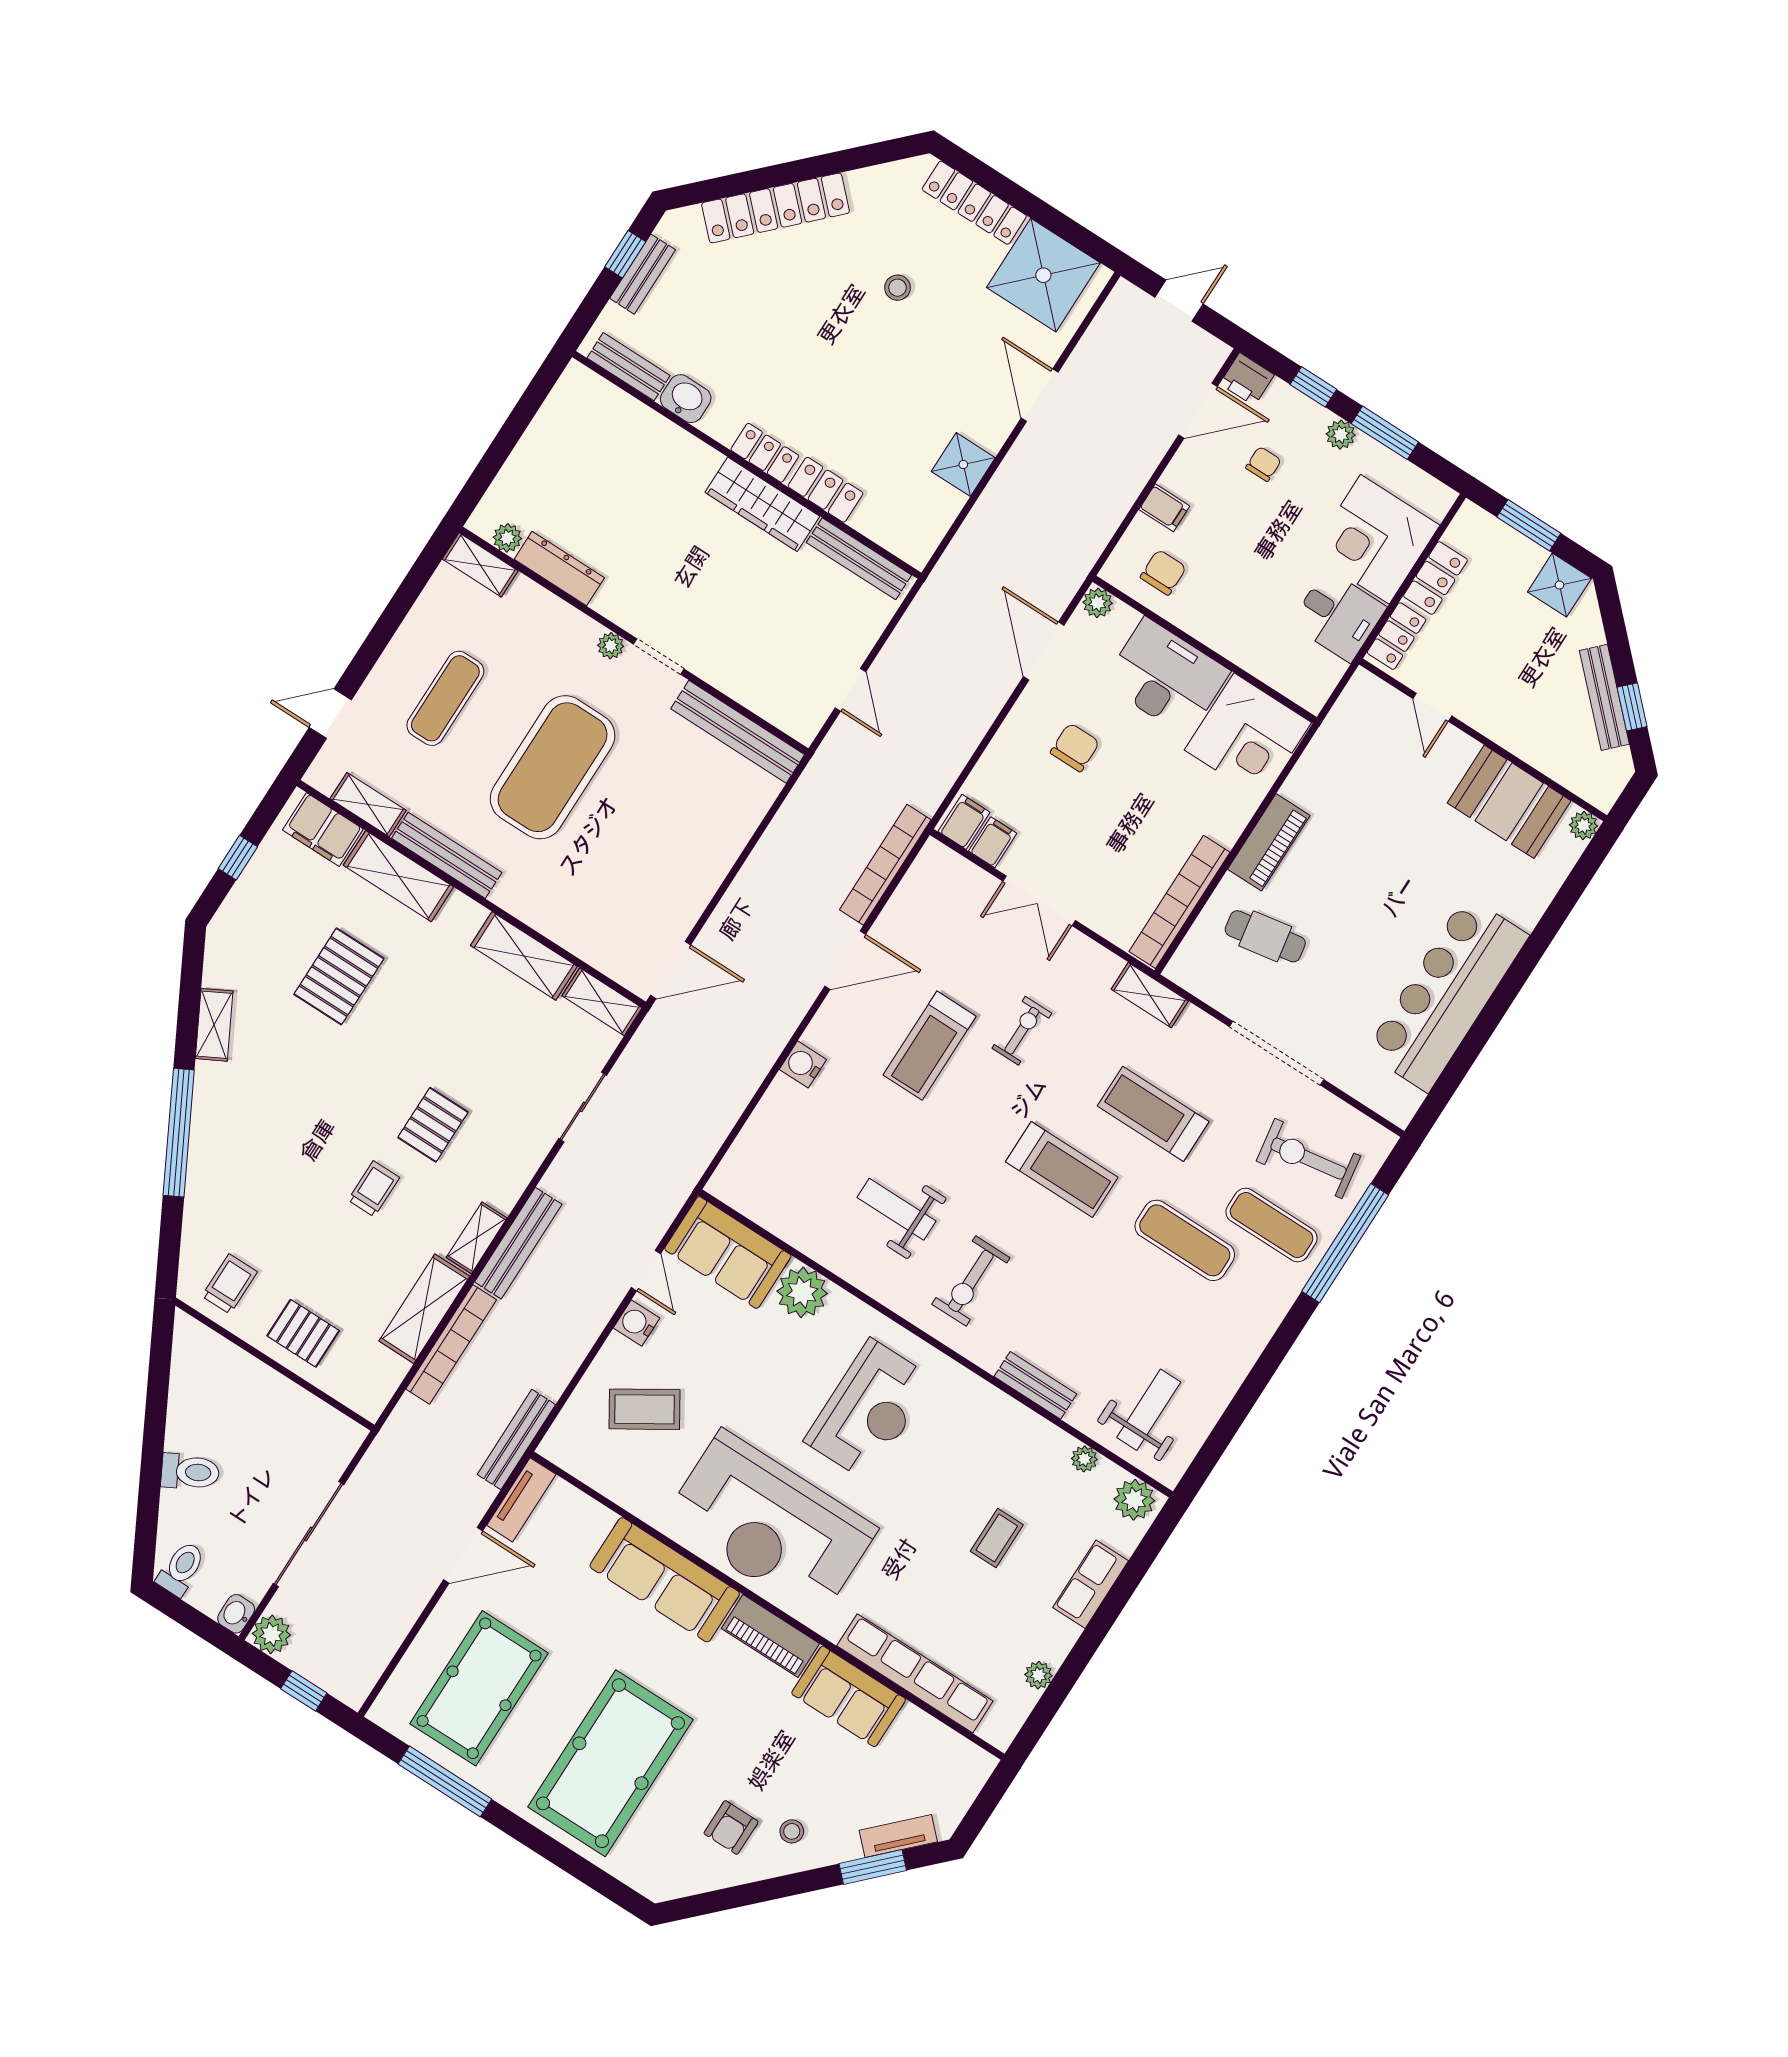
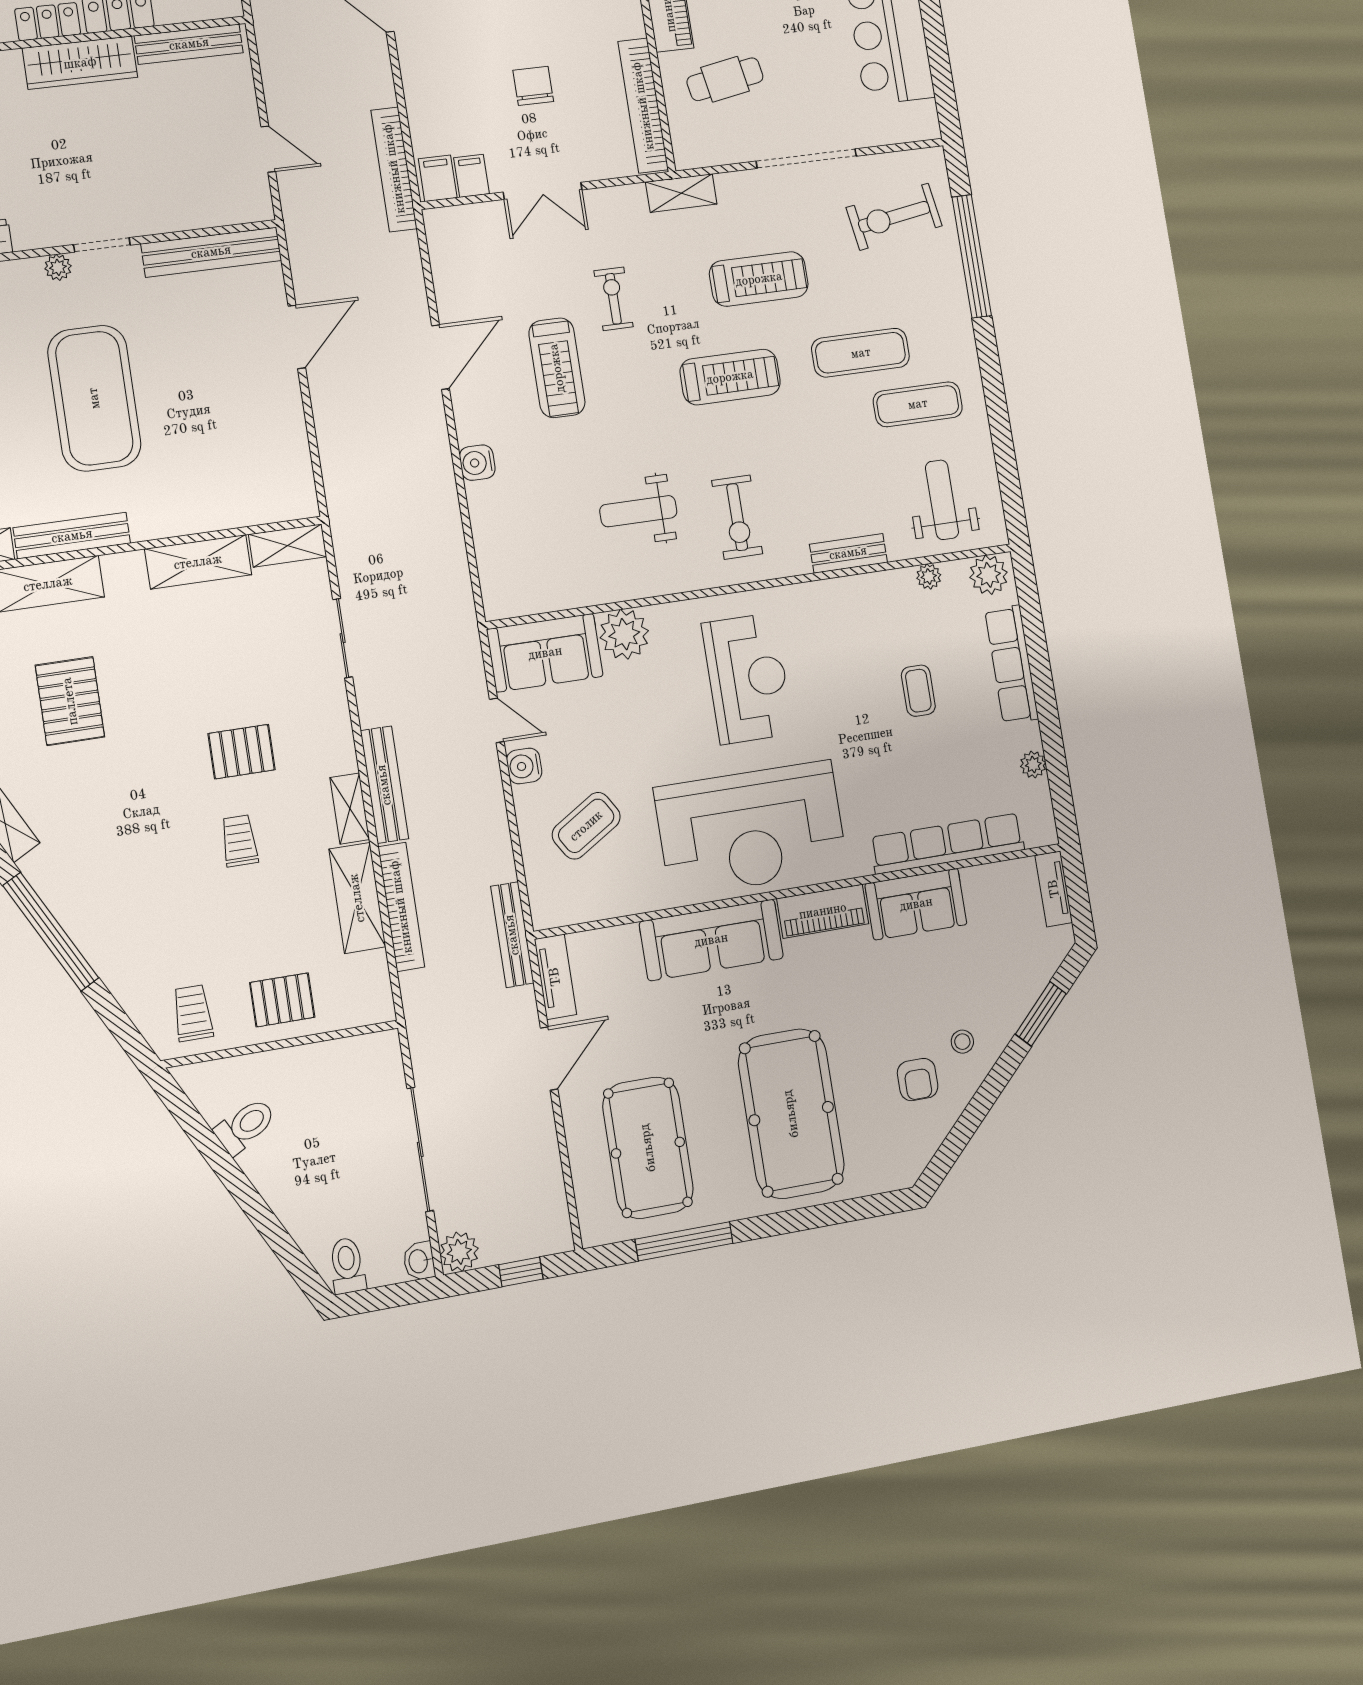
chair: (1075, 747) -> (533, 86), moved
bookcase: (885, 865) -> (394, 169), moved
door: (671, 970) -> (297, 337), moved
treadmill: (1153, 1114) -> (759, 279), turned 180
pallet: (433, 1125) -> (242, 752), turned 90
exercise mat: (1272, 1225) -> (918, 404), moved
toilet: (190, 1472) -> (245, 1126), moved
row of seats: (1091, 1584) -> (1012, 664), width x1.48
tv unit: (898, 1836) -> (1054, 889), moved, turned -45

